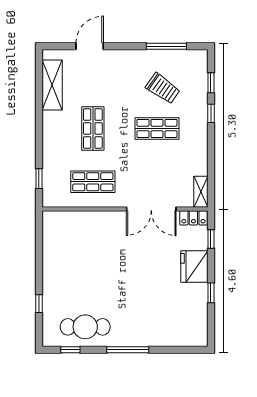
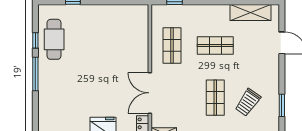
window: (166, 46) -> (282, 105), width x0.69
window: (70, 350) -> (35, 40), moved

